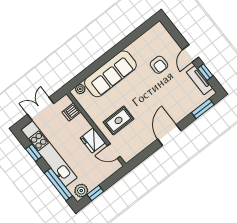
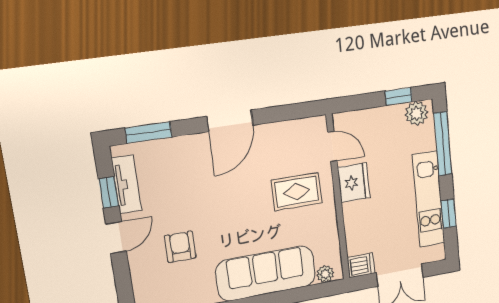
dishwasher: (71, 112) -> (361, 265), moved
kitchen unit: (49, 154) -> (429, 199), width x0.73

